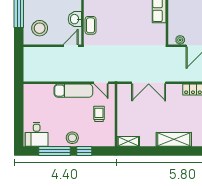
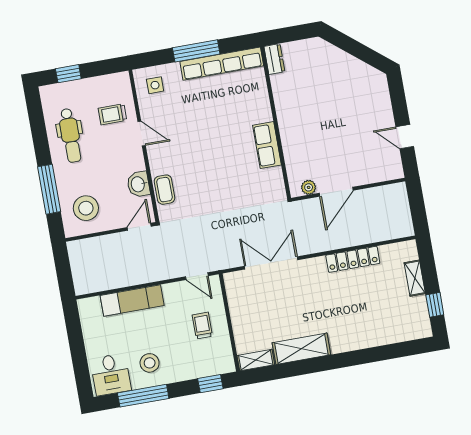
double door: (149, 83) -> (271, 263), swing flipped
exam couch: (73, 91) -> (132, 300), moved
stool: (72, 138) -> (150, 363), moved
shelving: (174, 139) -> (301, 349), moved
window: (84, 151) -> (210, 384), moved

